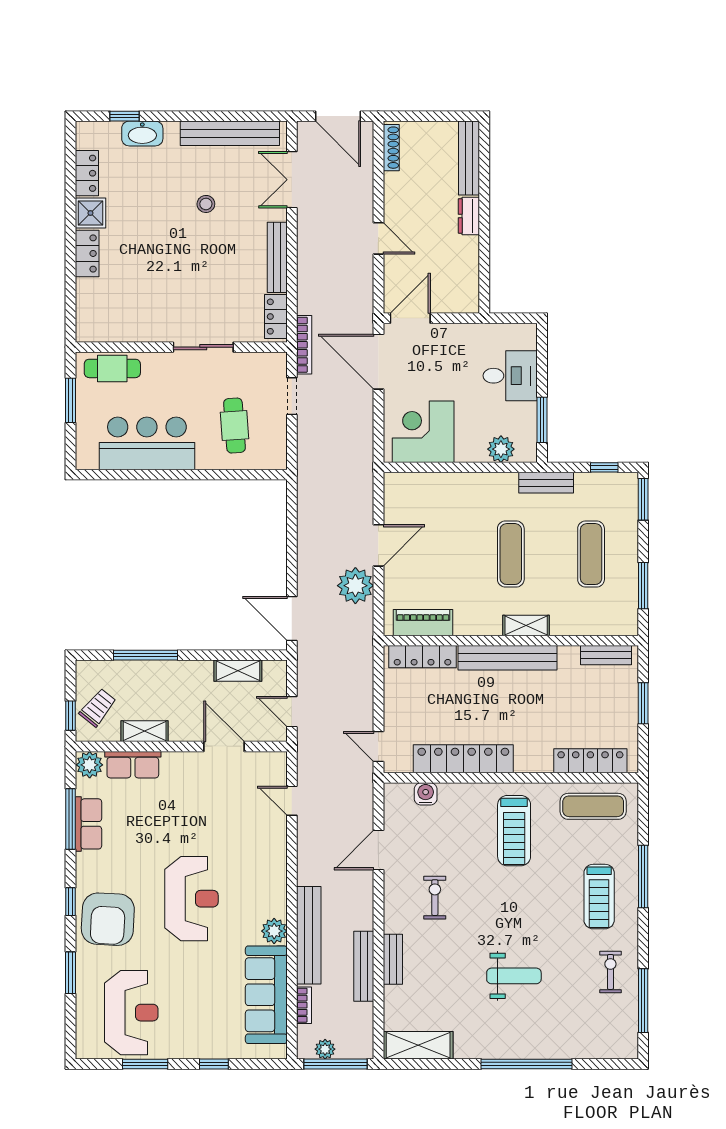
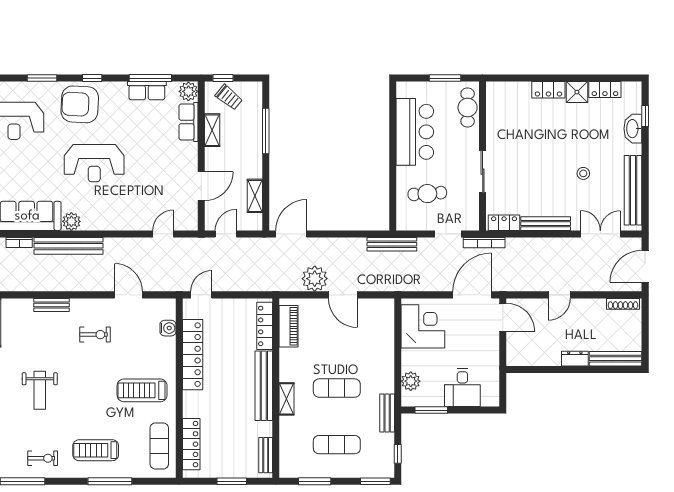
bench: (364, 966) -> (392, 244), moved

